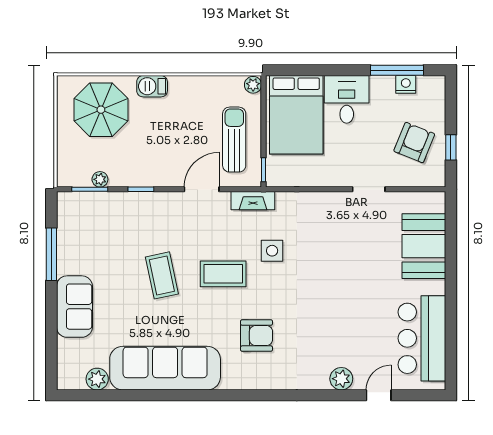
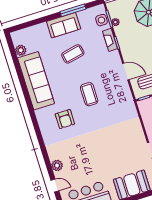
fireplace: (253, 201) -> (110, 40), moved
side table: (272, 251) -> (101, 20), moved
coffee table: (162, 275) -> (73, 54), moved
sofa: (74, 307) -> (64, 25), moved

